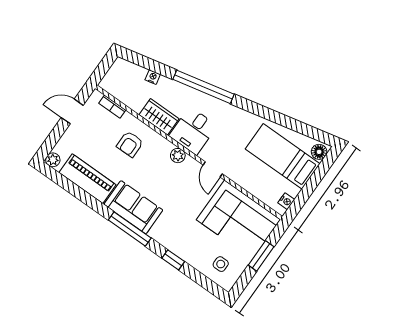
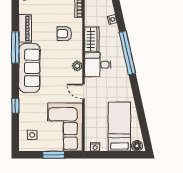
door: (213, 169) -> (84, 92), hinge flipped
piano: (88, 179) -> (25, 28), width x0.73, depth x0.75
sofa: (133, 207) -> (29, 68), width x1.36
window: (130, 229) -> (15, 47), moved

